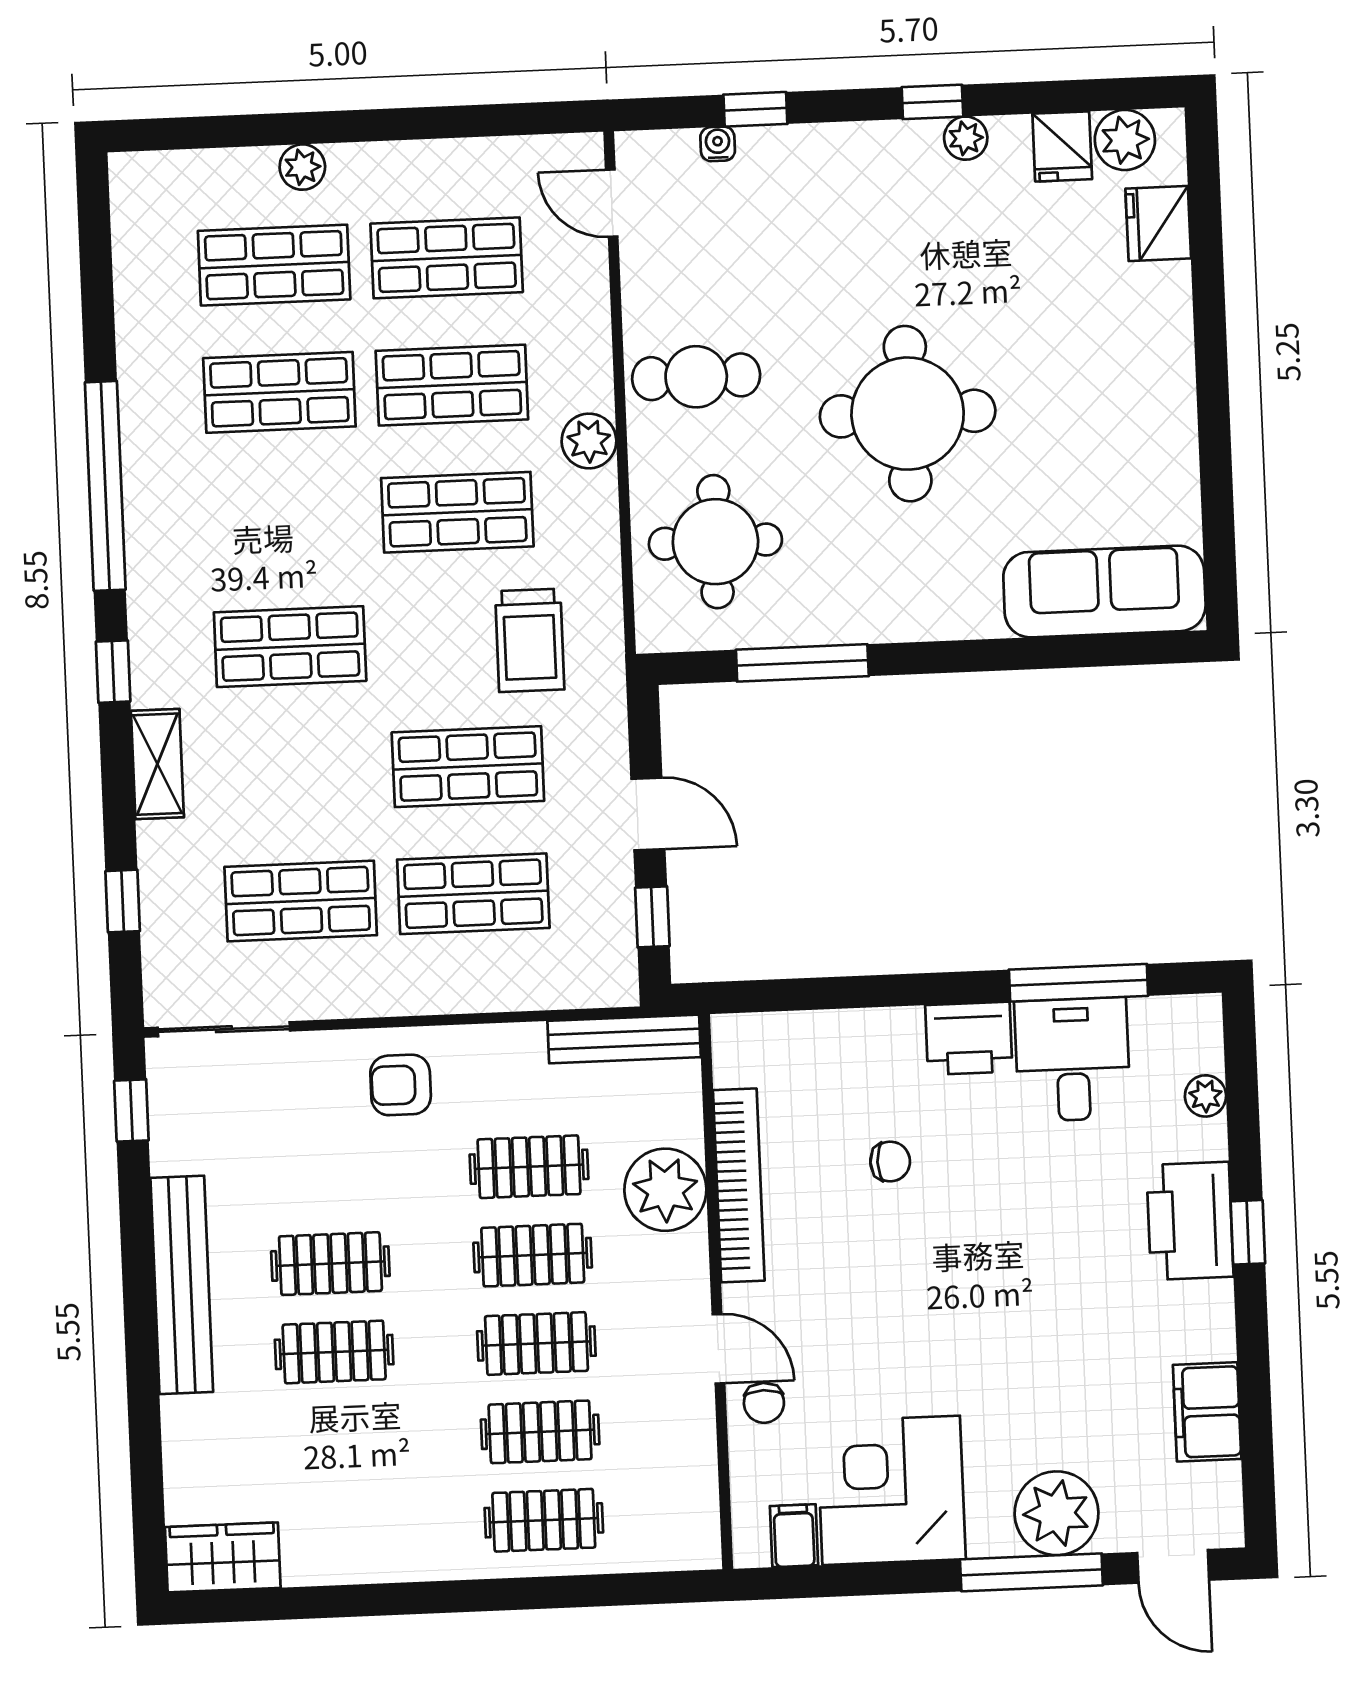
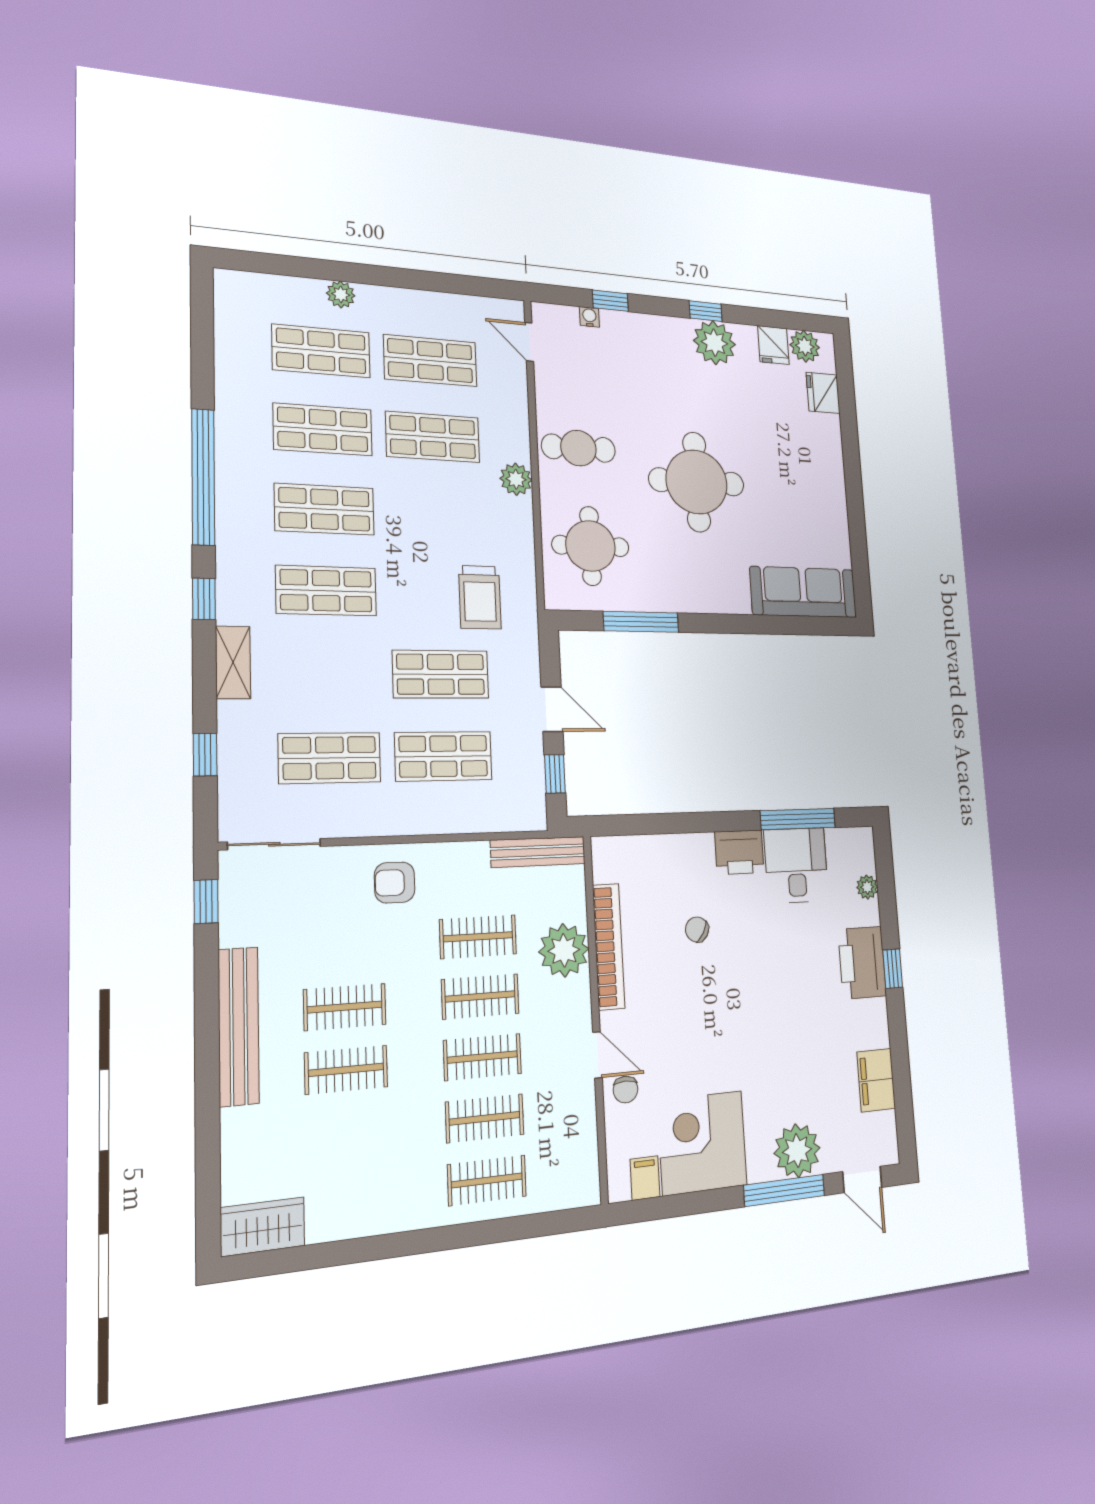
plant: (966, 138) -> (714, 343), width x1.88, depth x1.88
shop shelf: (457, 512) -> (325, 509), moved
chair: (890, 1162) -> (697, 929), turned -149

